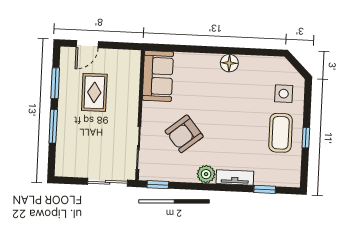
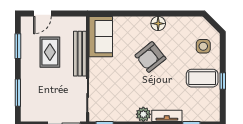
bench: (131, 96) -> (80, 54), added
window: (53, 126) -> (18, 93), moved
coffee table: (281, 133) -> (202, 78), turned 90
armchair: (184, 134) -> (150, 57), moved

